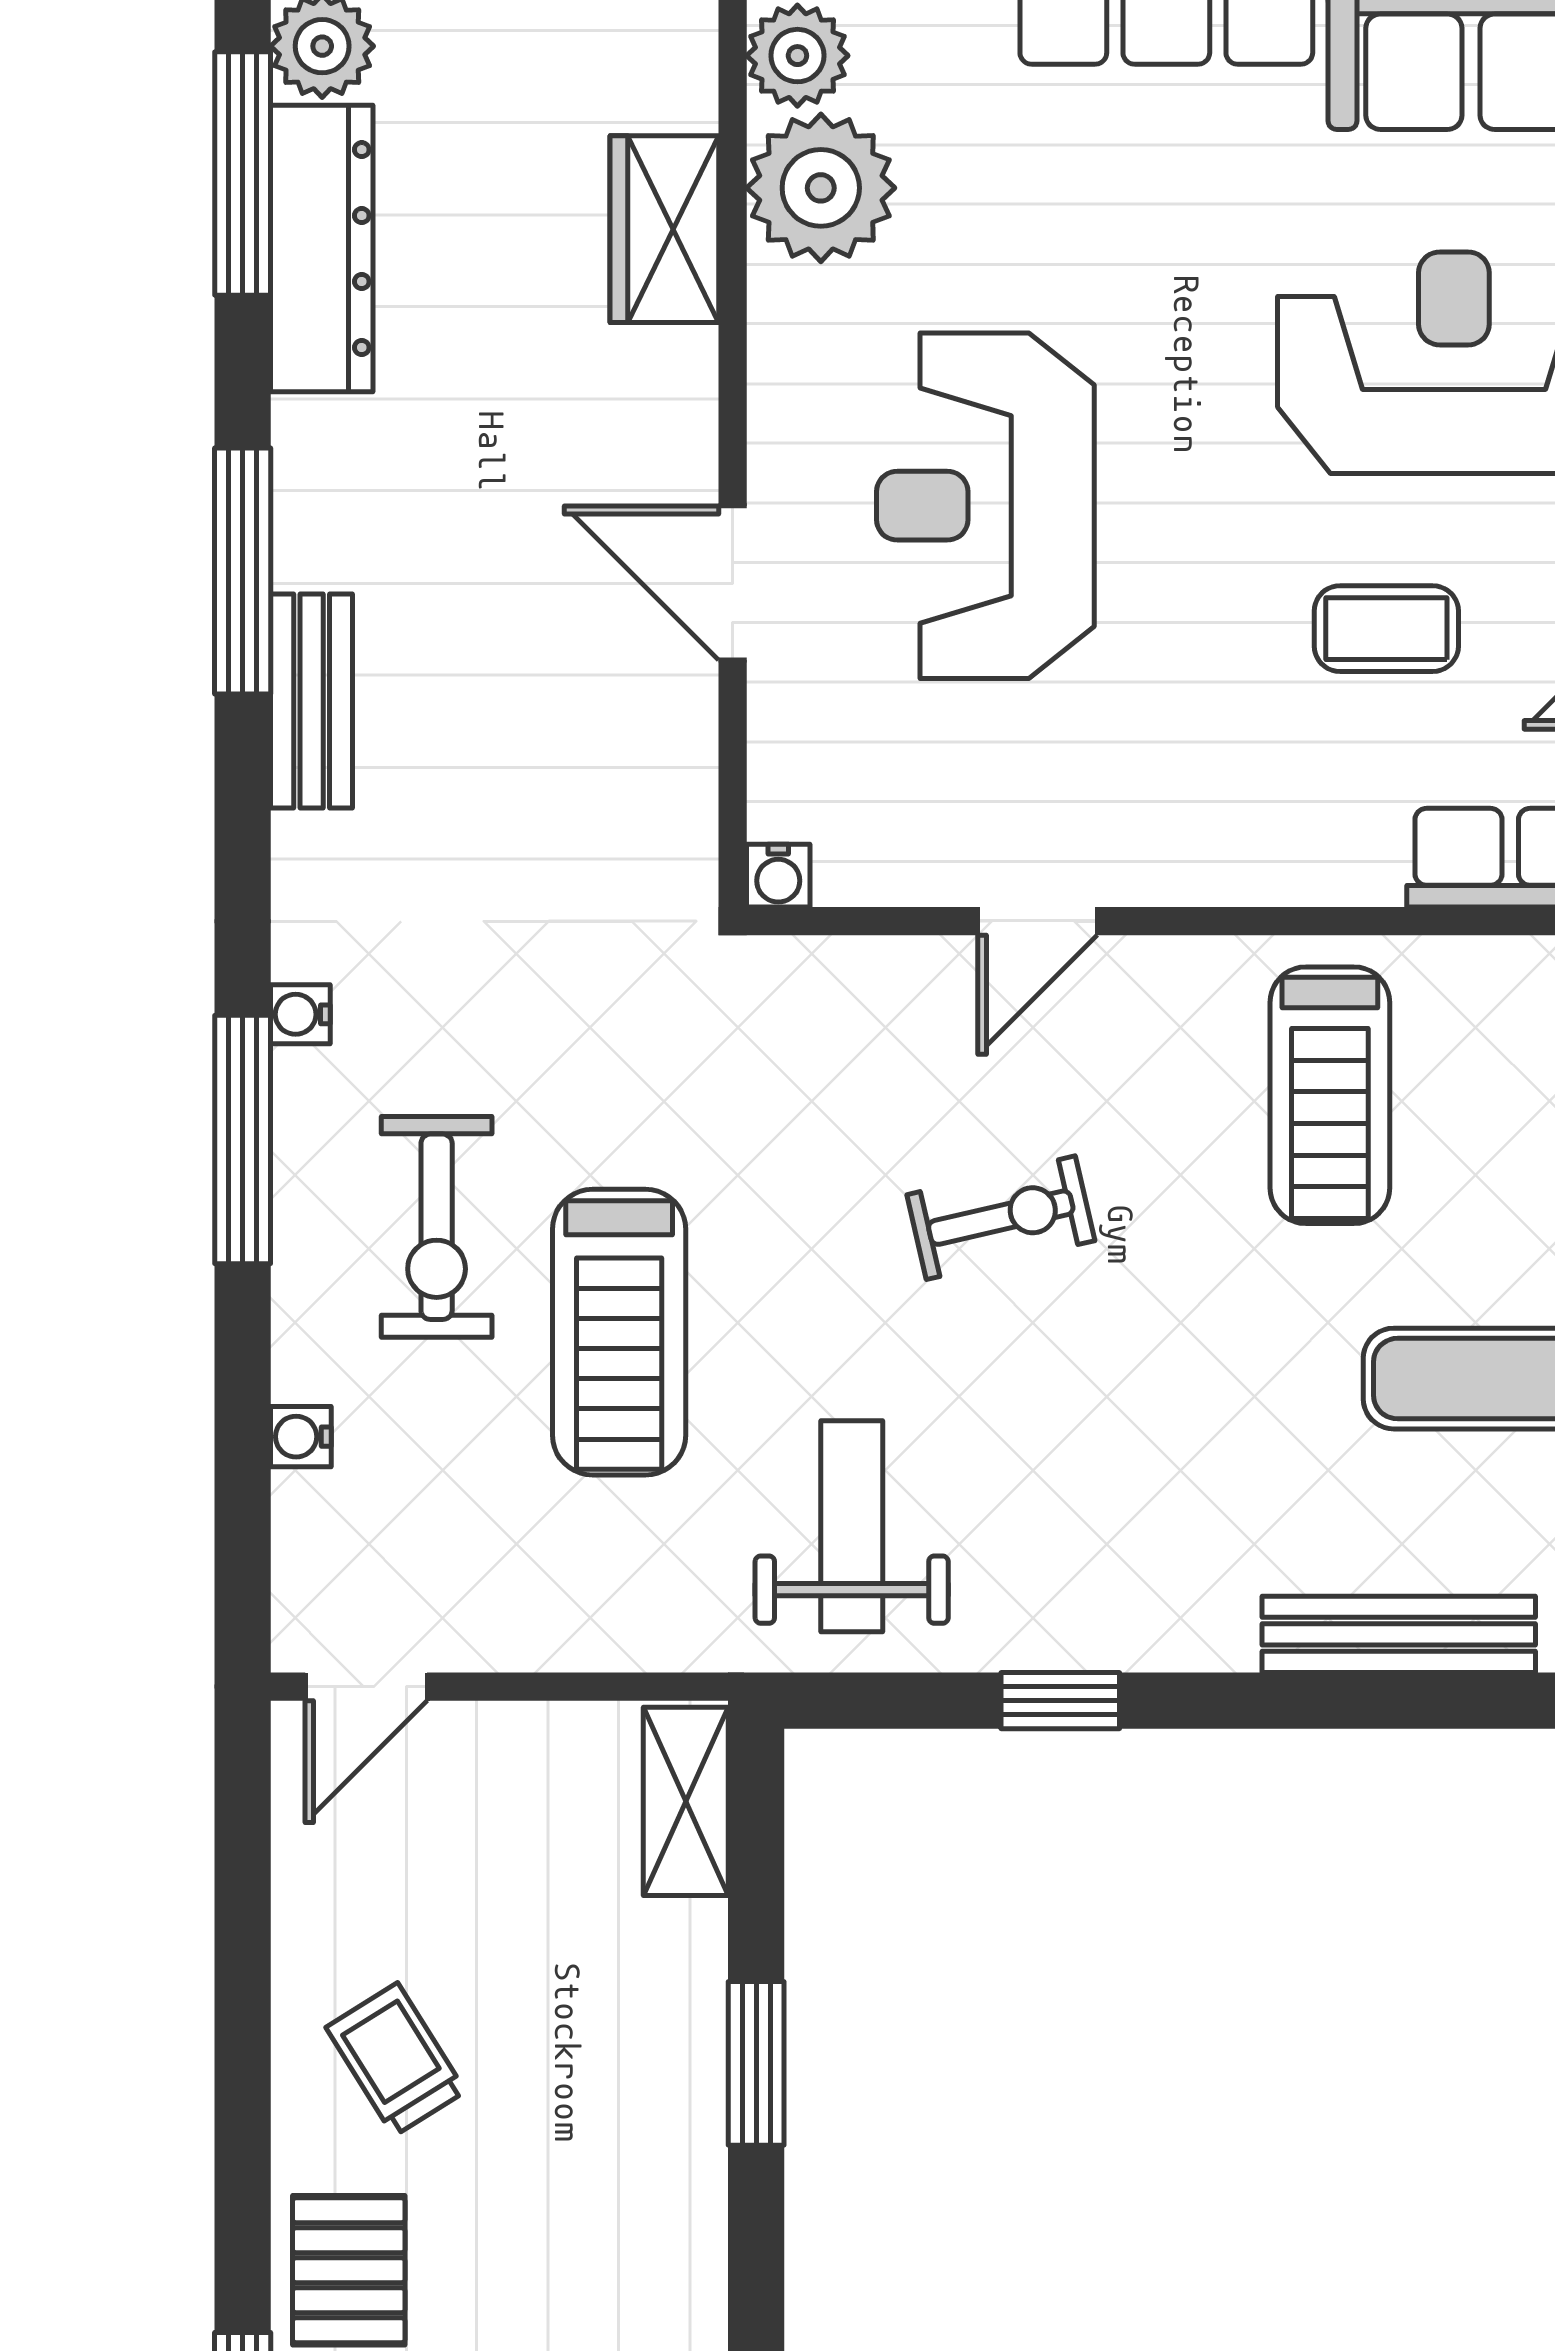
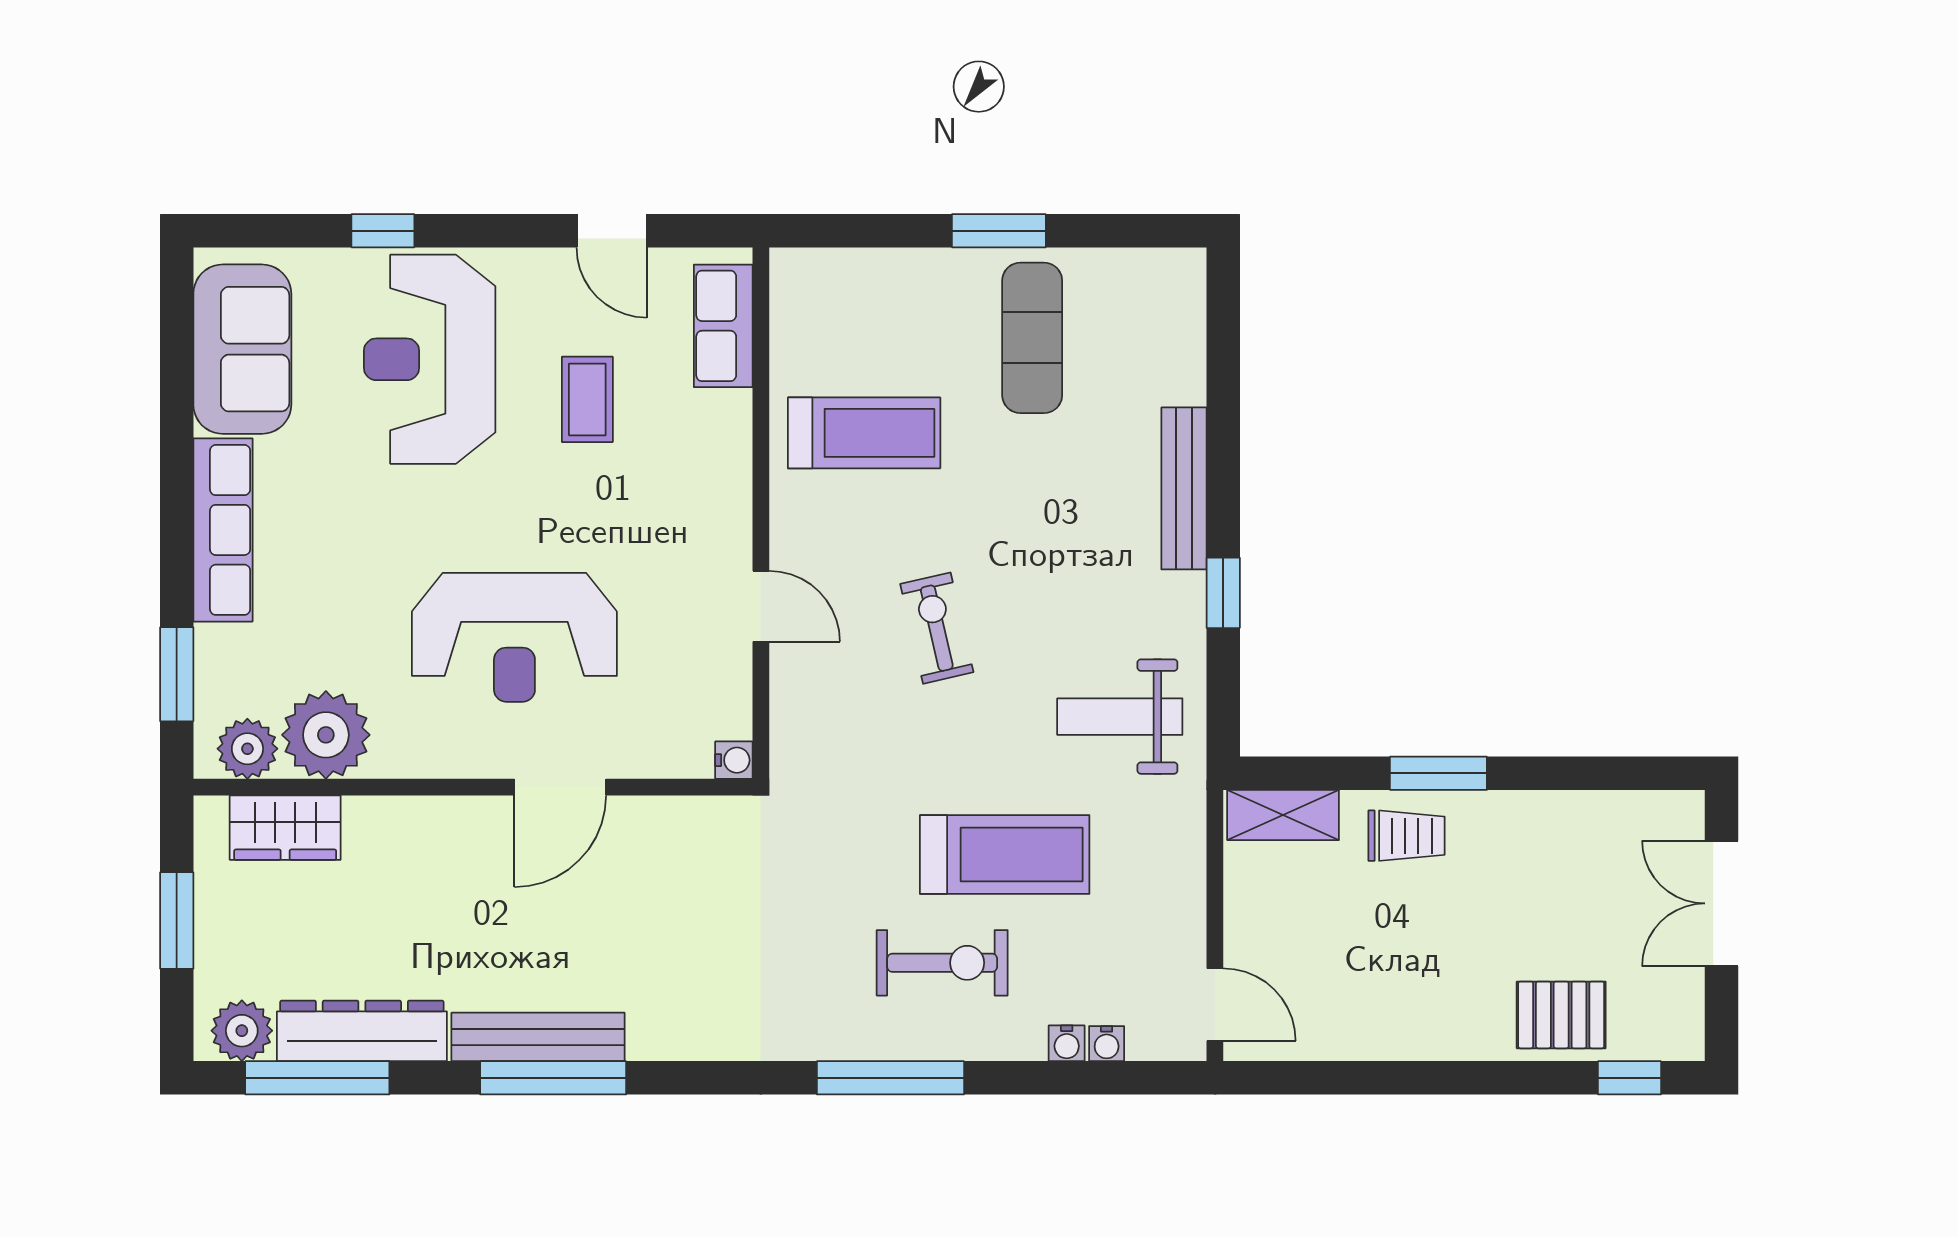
wardrobe: (664, 229) -> (285, 828), moved
bench: (312, 701) -> (538, 1037), moved, width x1.36
water cooler: (300, 1014) -> (1107, 1044), moved
bench: (1399, 1634) -> (1184, 488), moved
trolley: (396, 2059) -> (1407, 836), moved, turned -148

